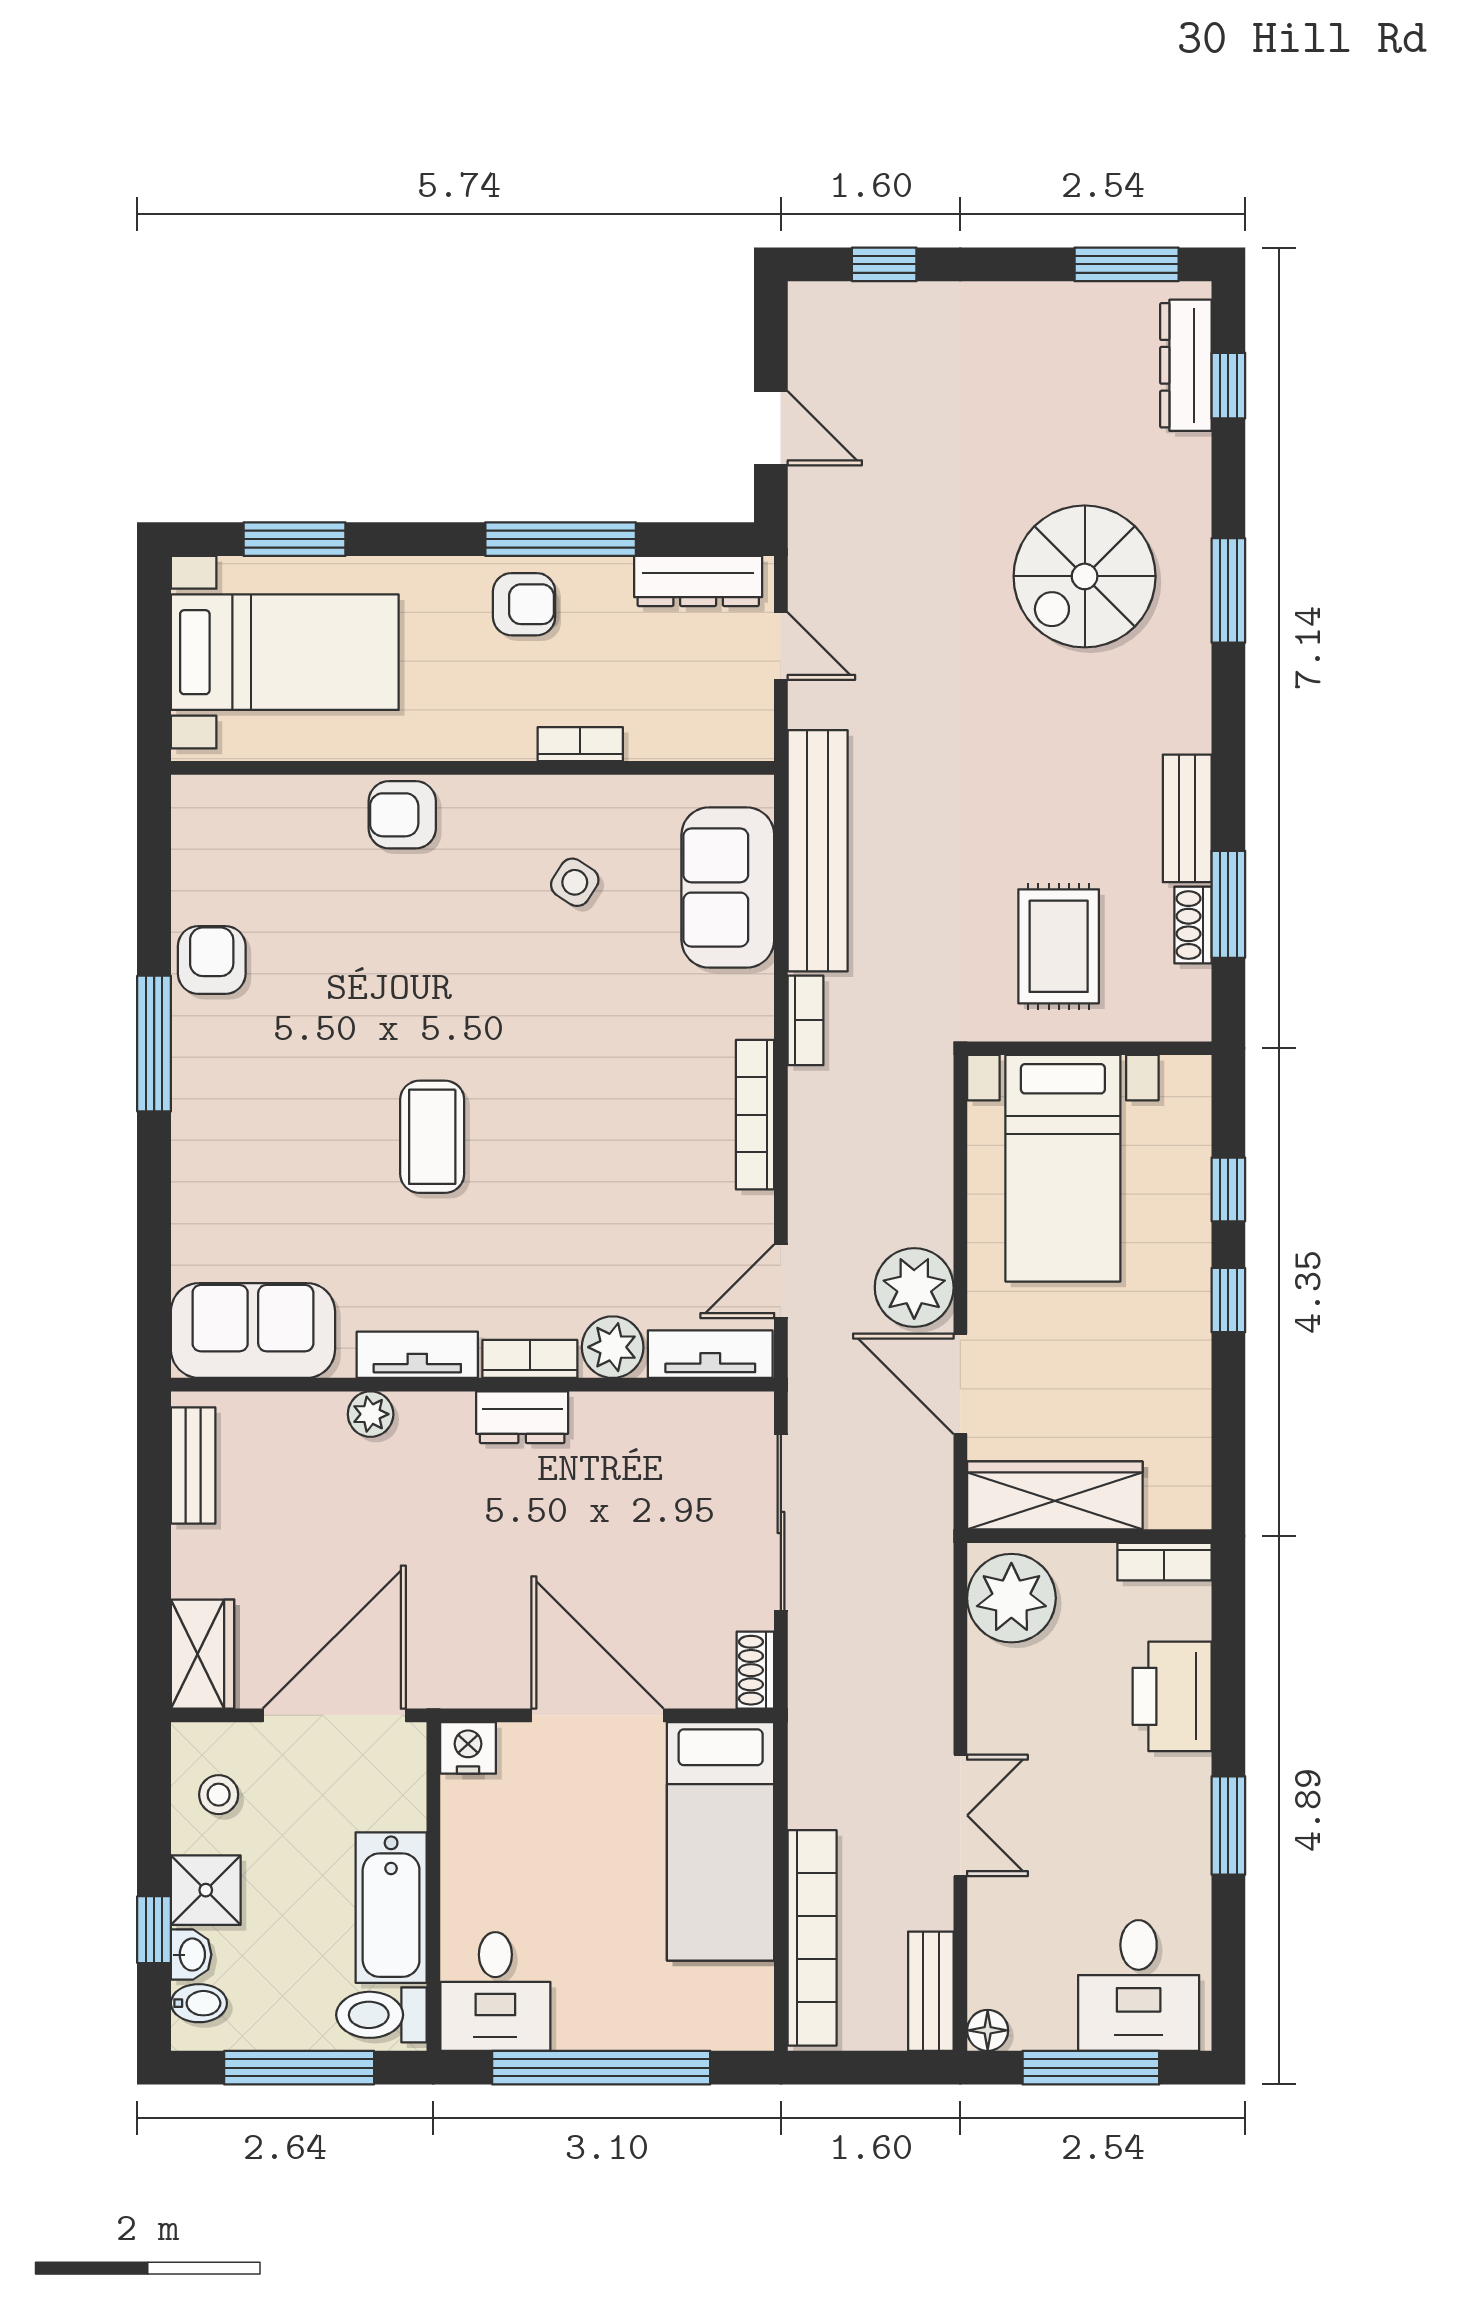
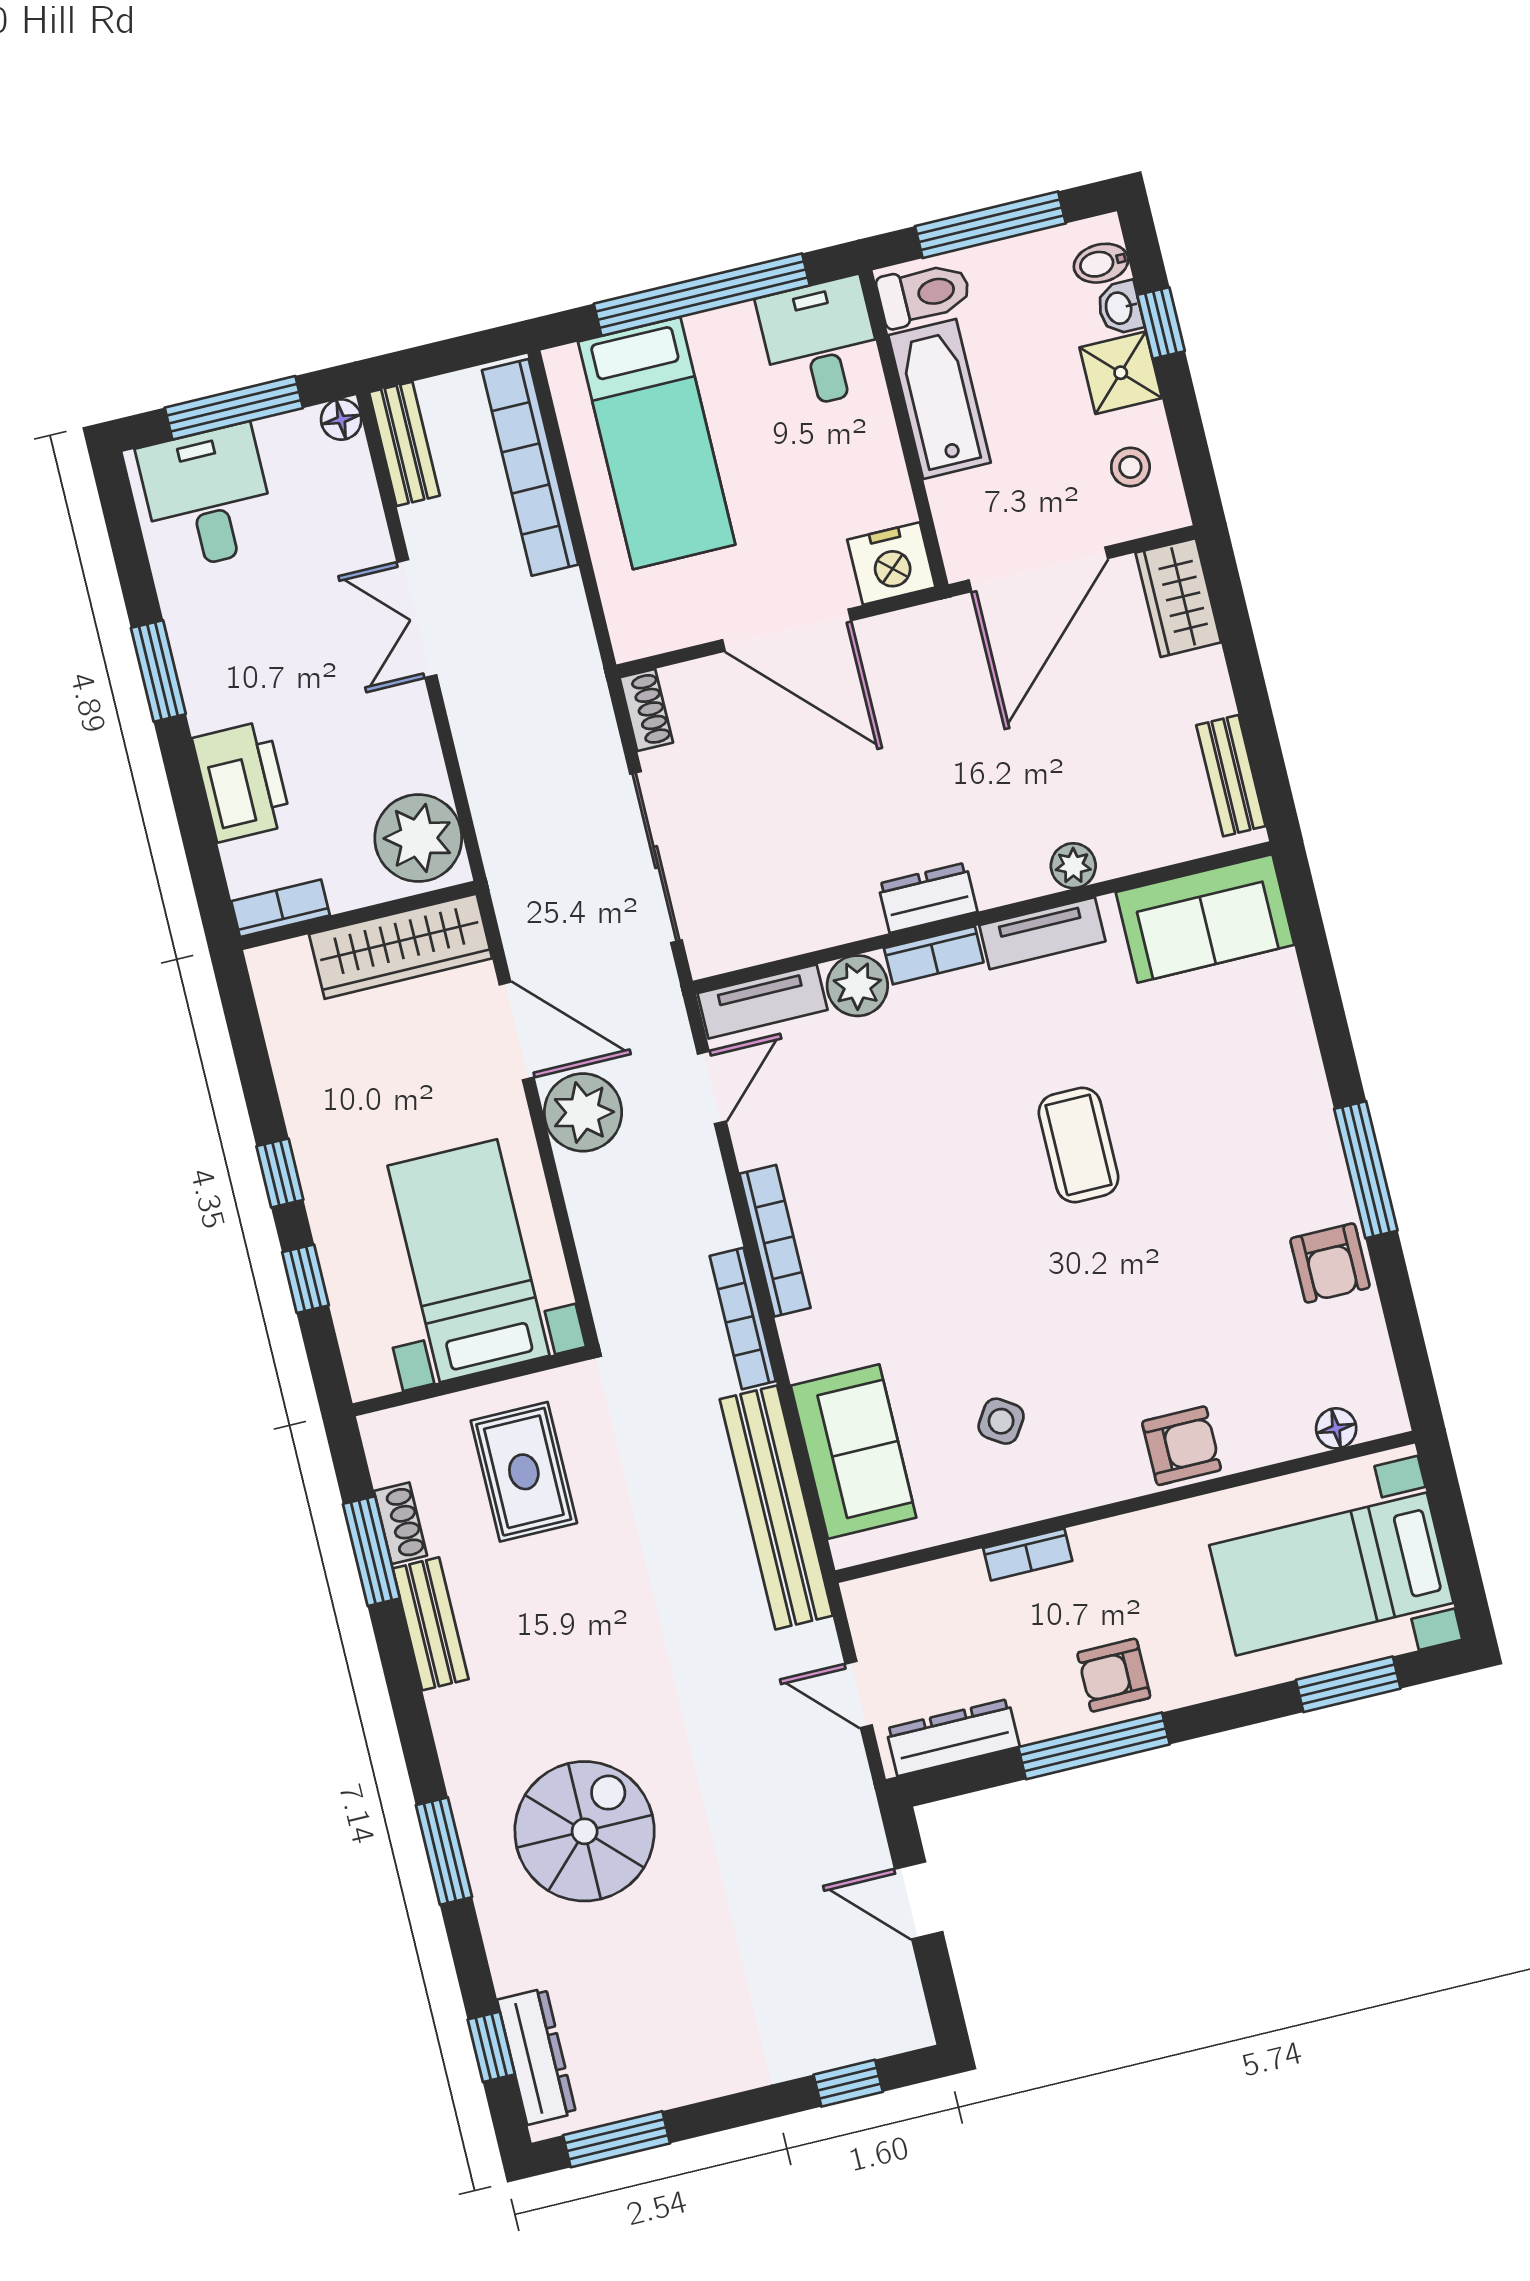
floor lamp: (245, 795) -> (1336, 1428), added
bookcase: (806, 1020) -> (743, 1318), width x1.56
nightstand: (468, 1748) -> (891, 564), width x1.36, depth x1.33
bed: (721, 1841) -> (657, 443), moved, turned 180

